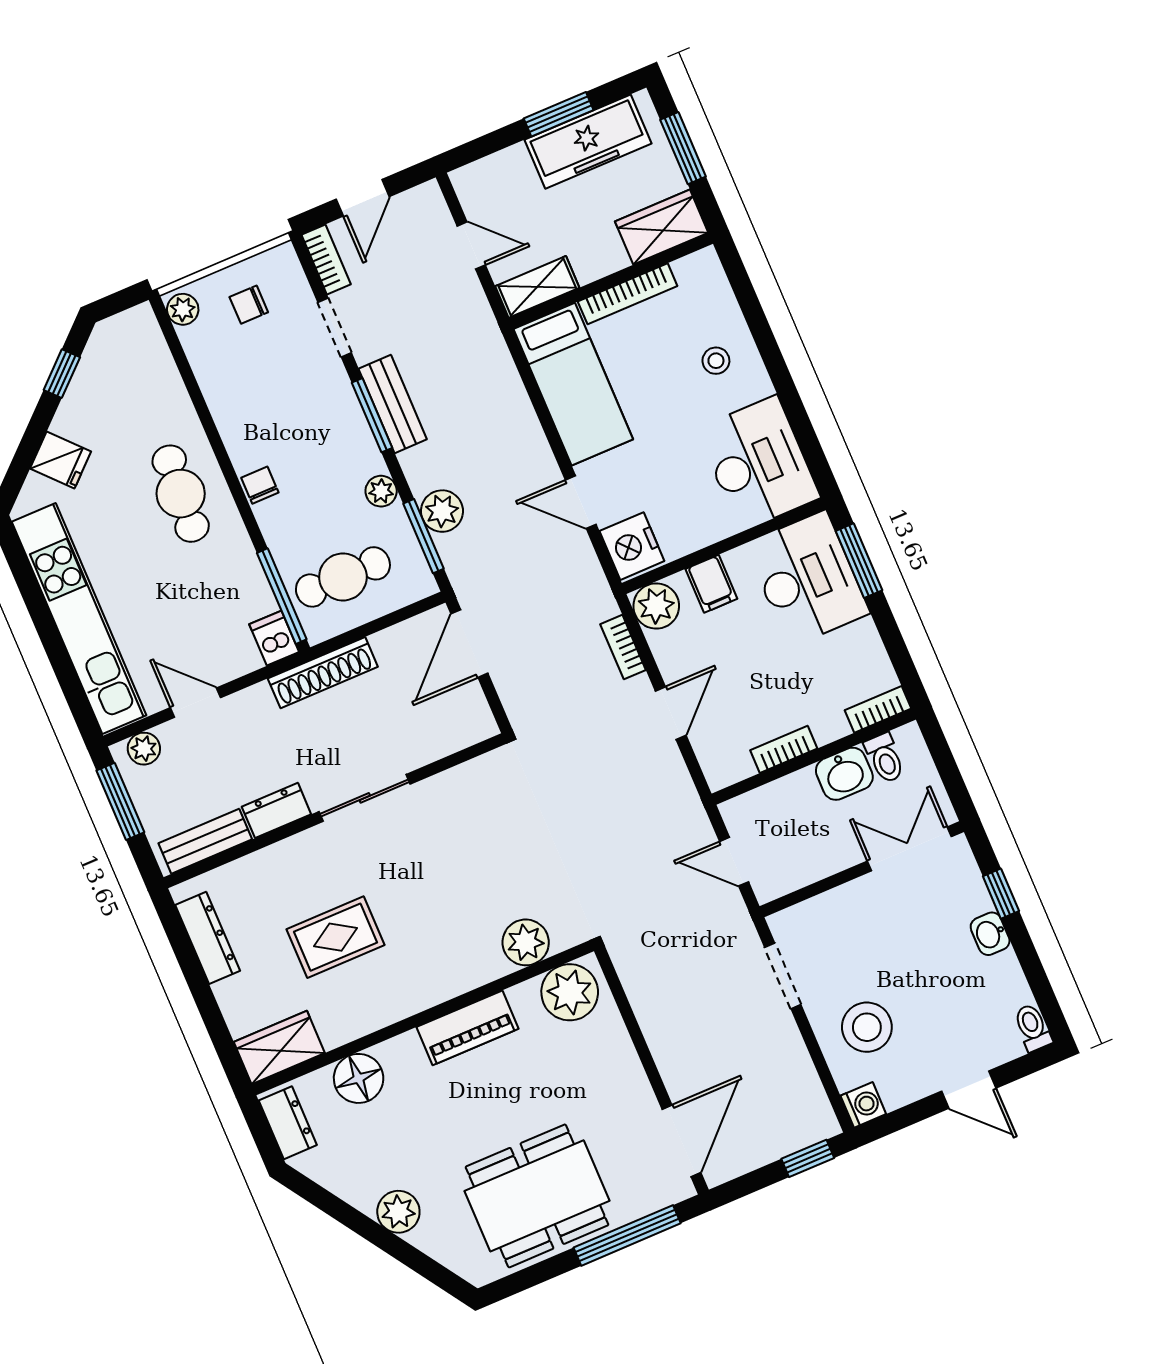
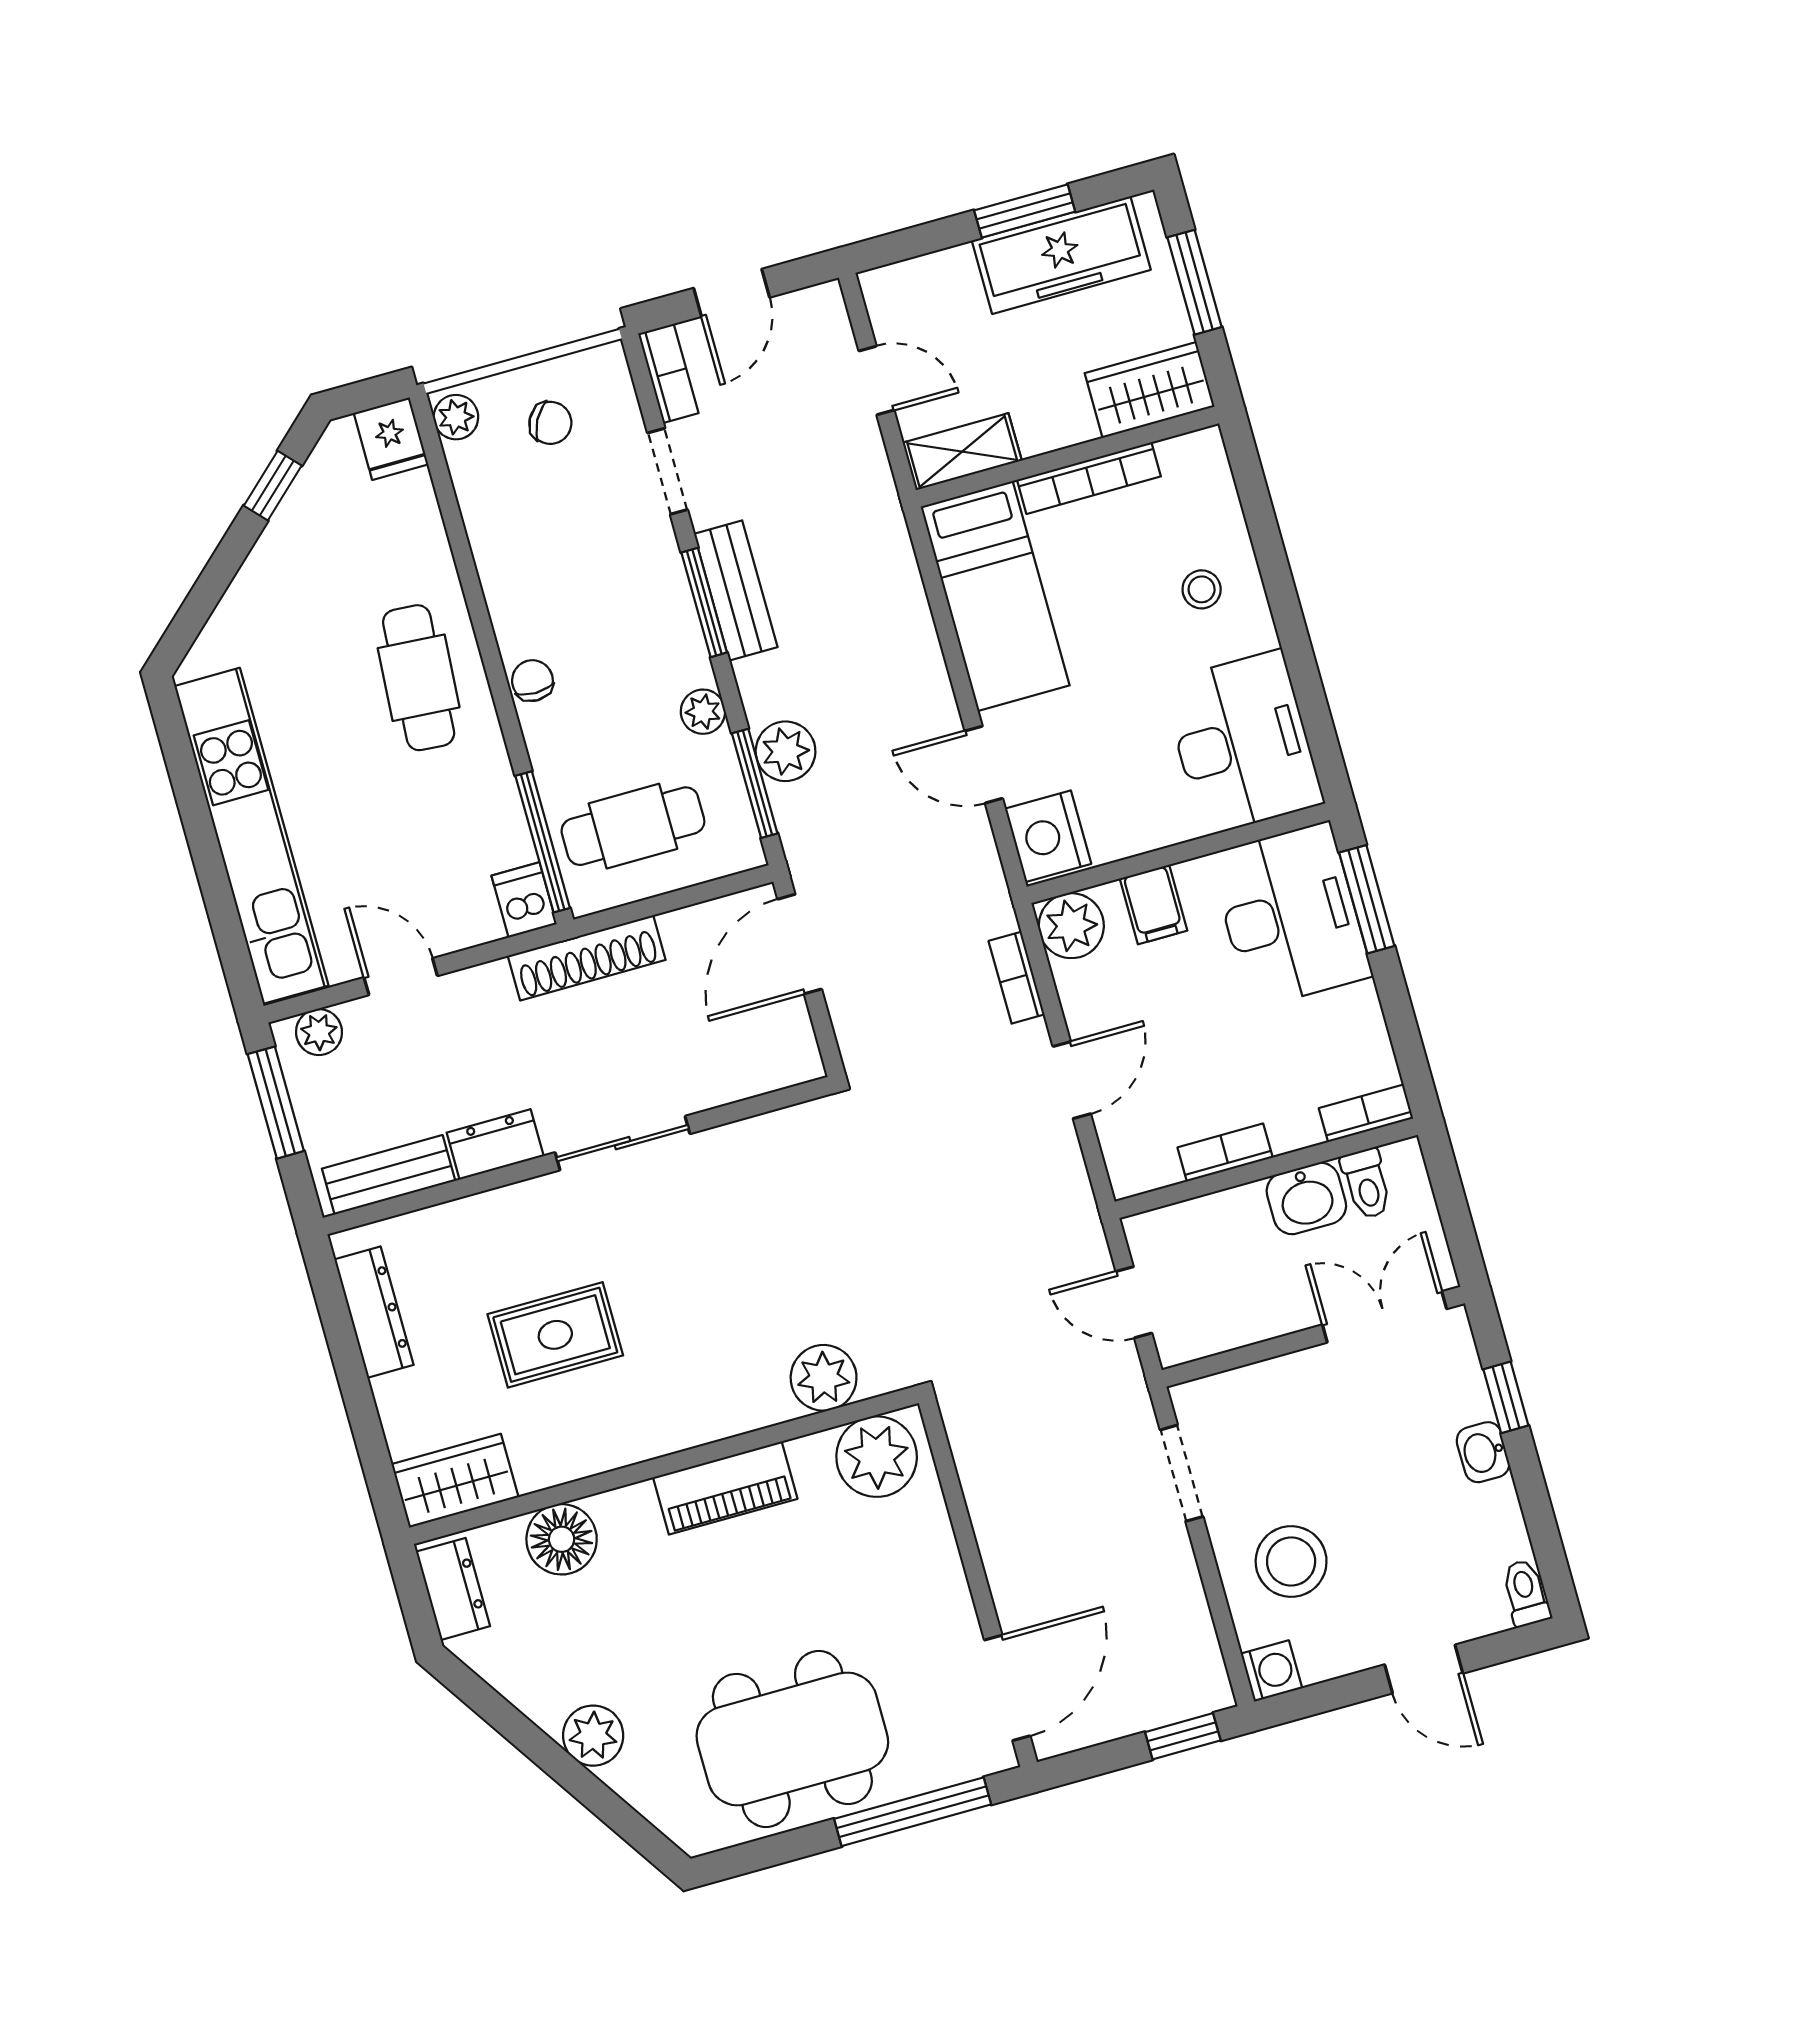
chair: (249, 305) -> (550, 423), turned -152
fridge: (61, 460) -> (391, 439), moved, turned 43

